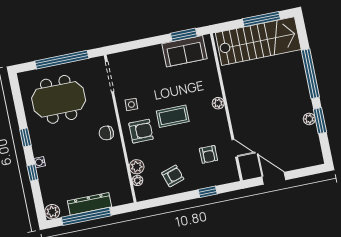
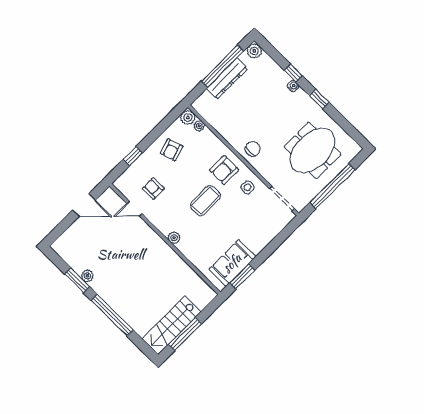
stairs: (258, 41) -> (171, 325), width x0.73, depth x0.66
plant: (137, 167) -> (188, 117), moved

